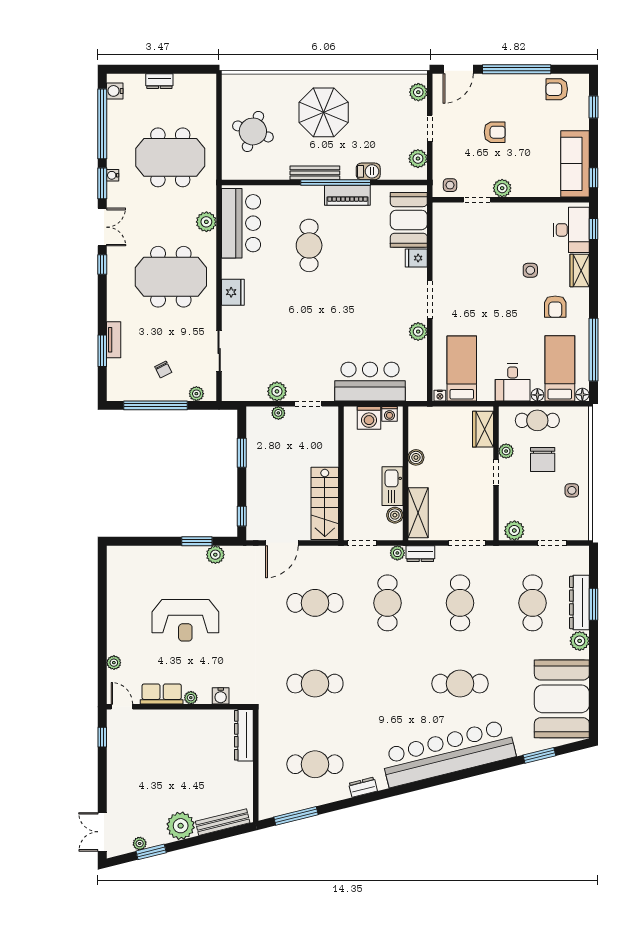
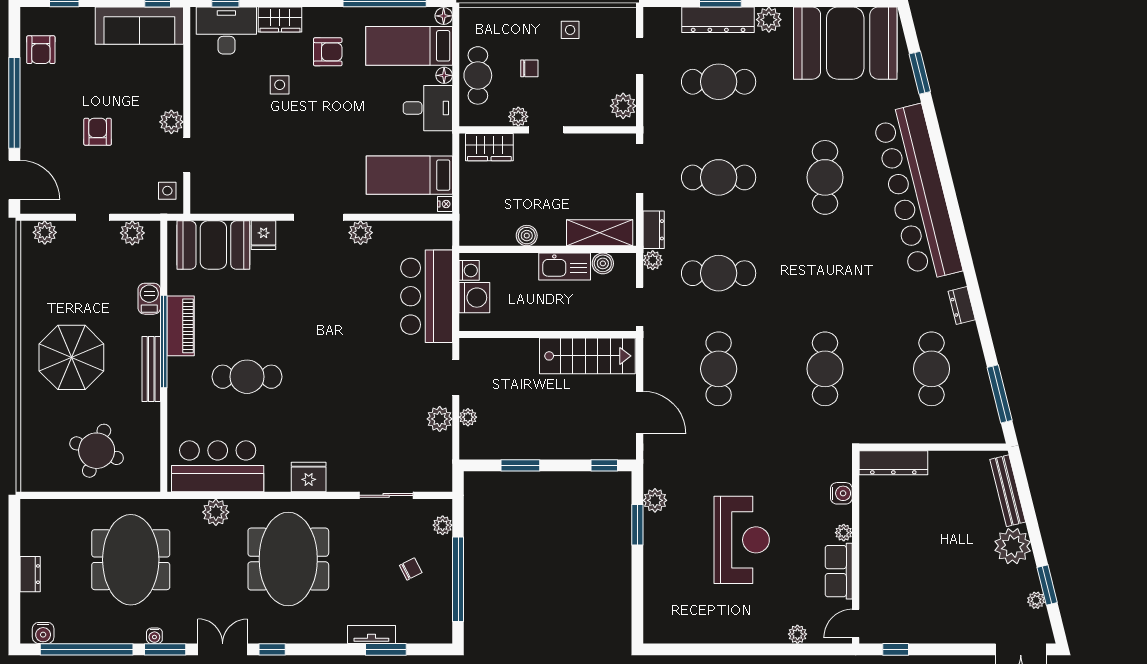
chair: (543, 459) -> (529, 68), width x0.54, depth x0.54

